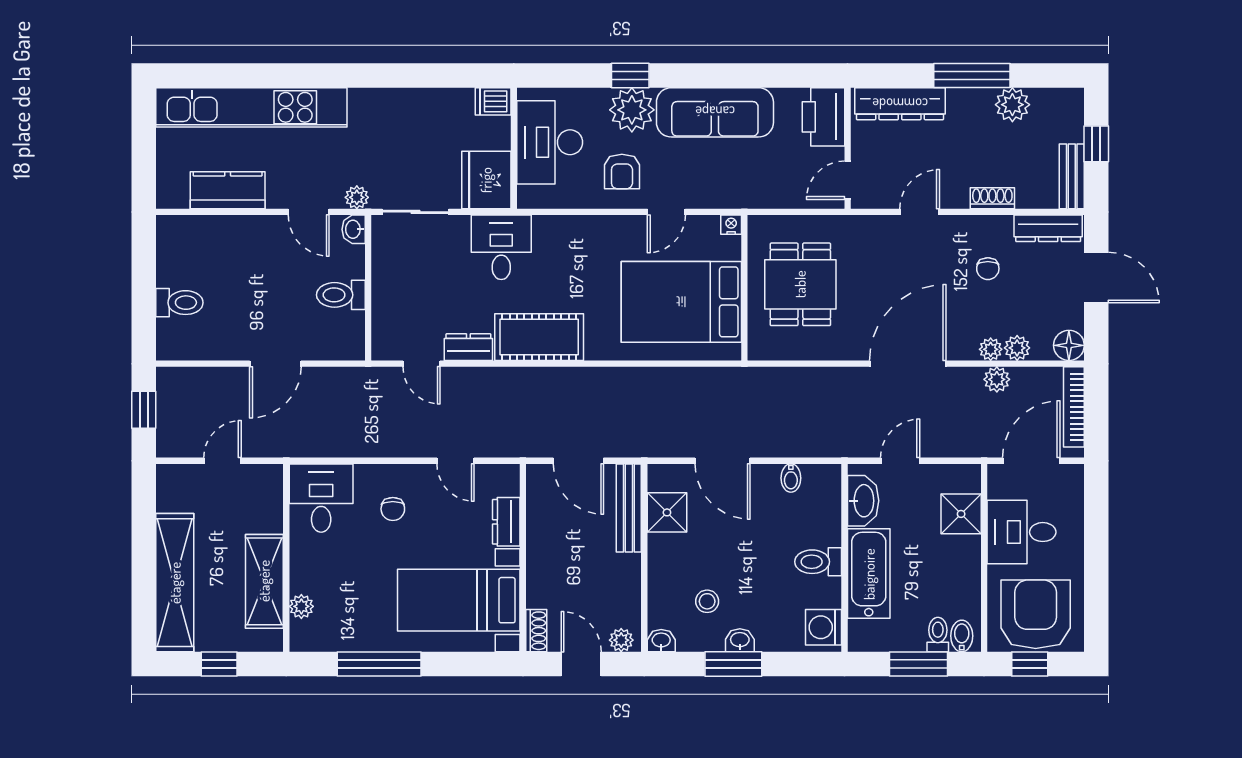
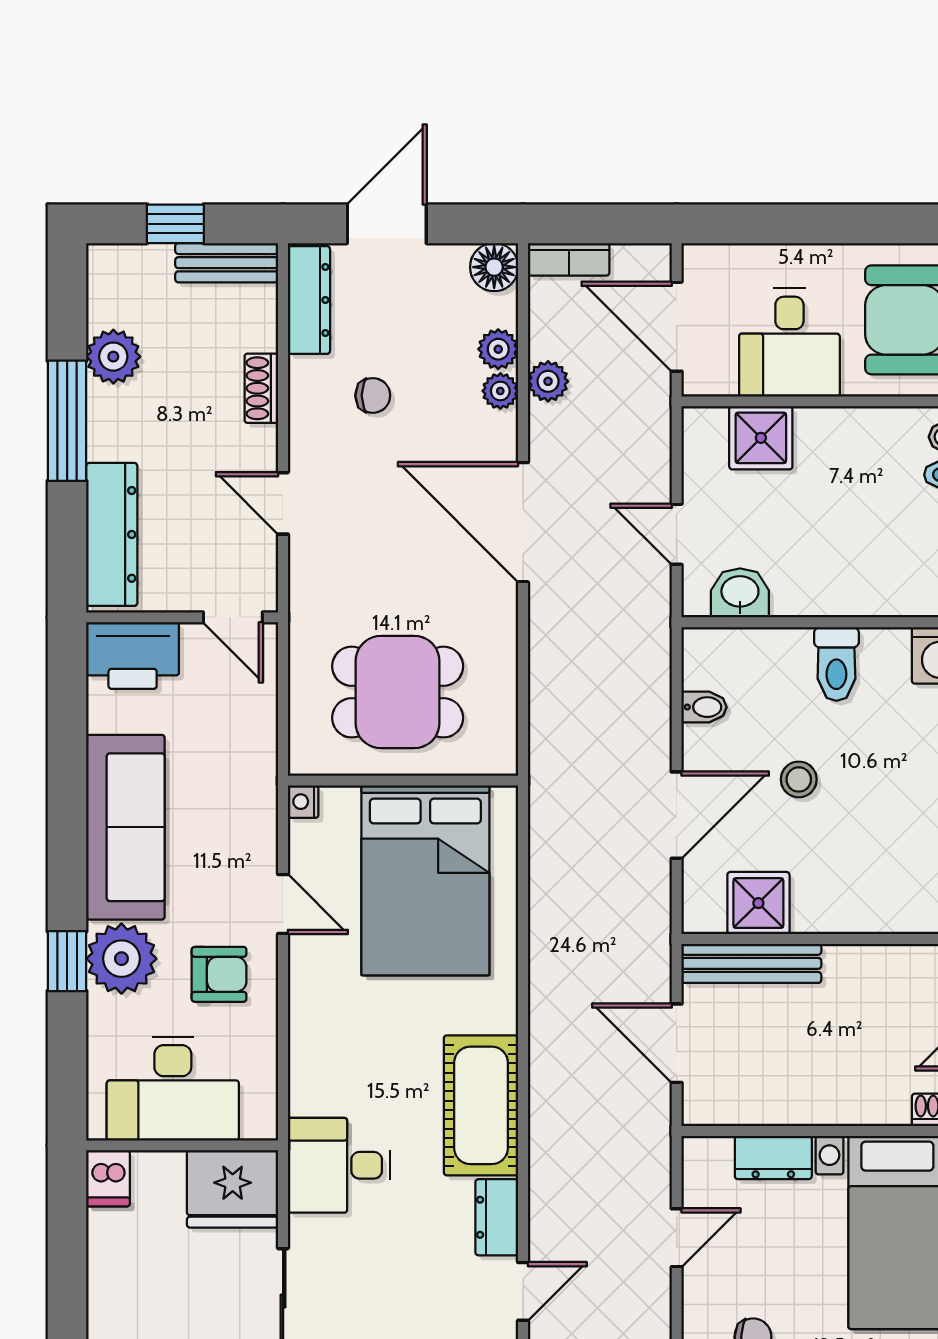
bookcase: (1074, 407) -> (569, 259), width x0.64
door: (578, 461) -> (677, 1043), swing flipped
washbasin: (863, 501) -> (740, 593), width x0.72
bathtub: (869, 574) -> (855, 584), removed
stool: (707, 601) -> (799, 779), moved

